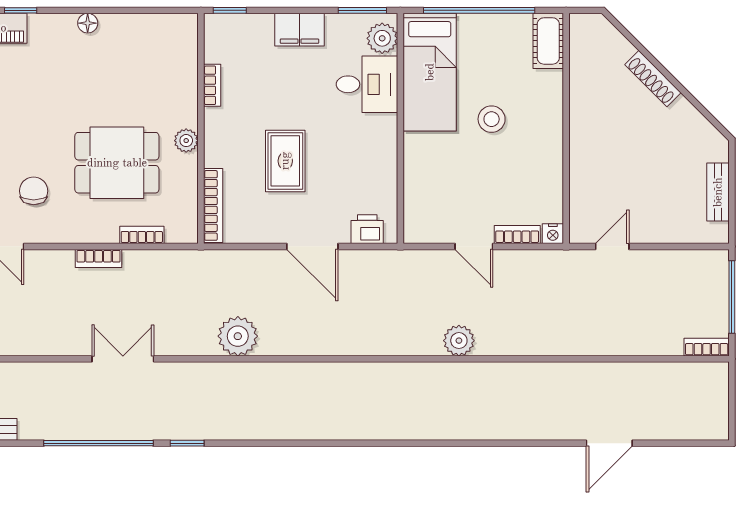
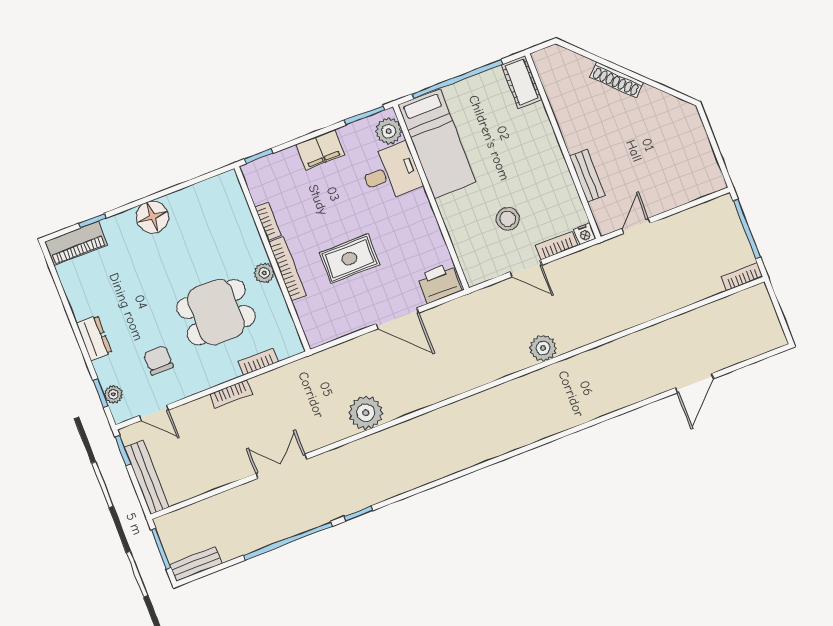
floor lamp: (88, 23) -> (152, 217), width x1.89, depth x1.89
stool: (492, 119) -> (508, 219), moved
rug: (285, 161) -> (349, 259), turned 90
bench: (718, 192) -> (587, 176), moved
bookcase: (213, 205) -> (287, 269), moved
printer: (367, 229) -> (439, 283), width x1.36, depth x1.24

